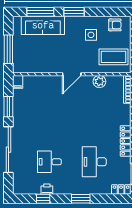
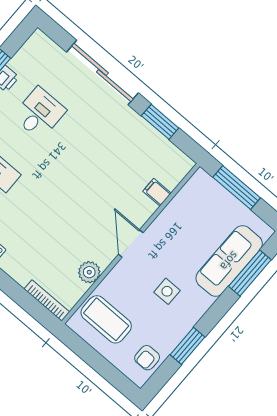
window: (74, 12) -> (187, 346), moved
side table: (91, 35) -> (167, 291), moved
coffee table: (113, 57) -> (106, 319), turned 90
filing cabinet: (18, 82) -> (157, 192), moved

